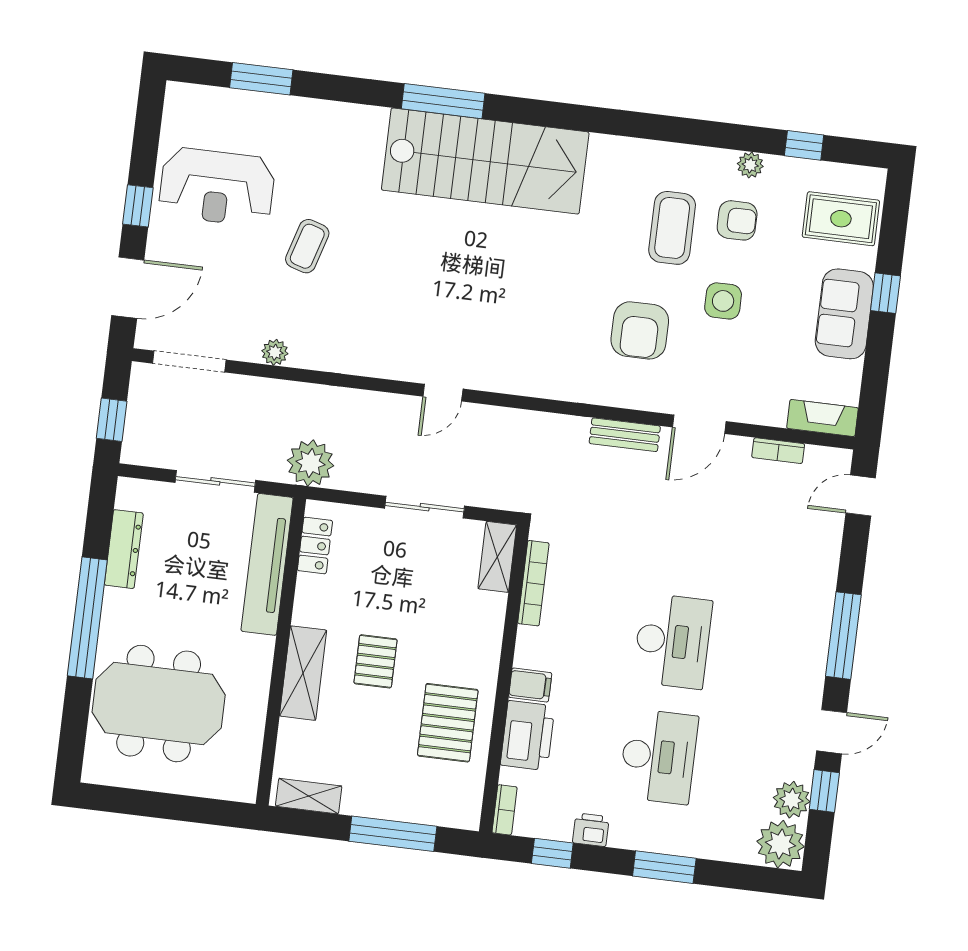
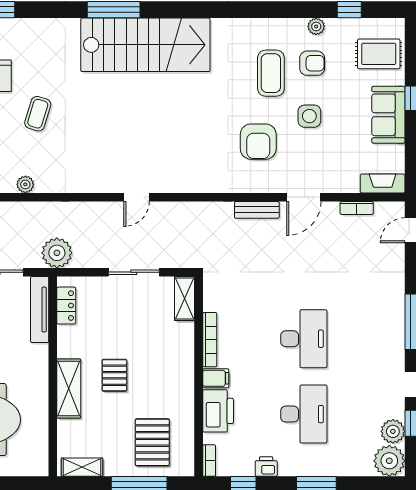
tv unit: (267, 564) -> (40, 309), width x0.73, depth x0.78
bookcase: (533, 583) -> (210, 340), moved
pallet: (448, 723) -> (152, 442), moved

